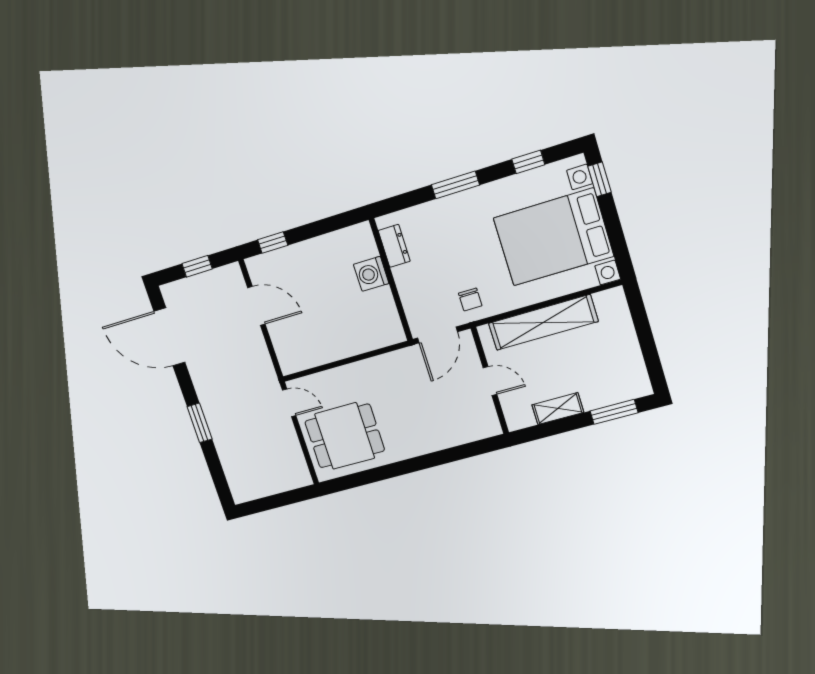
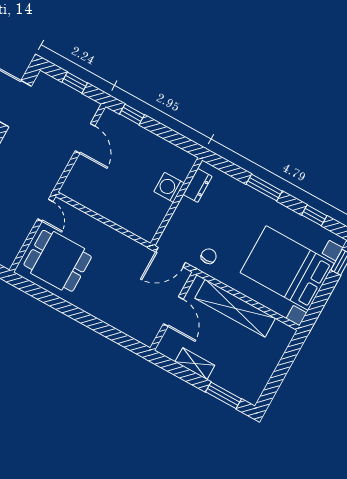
chair: (470, 299) -> (209, 256), turned 180
door: (490, 381) -> (173, 312), width x1.38

